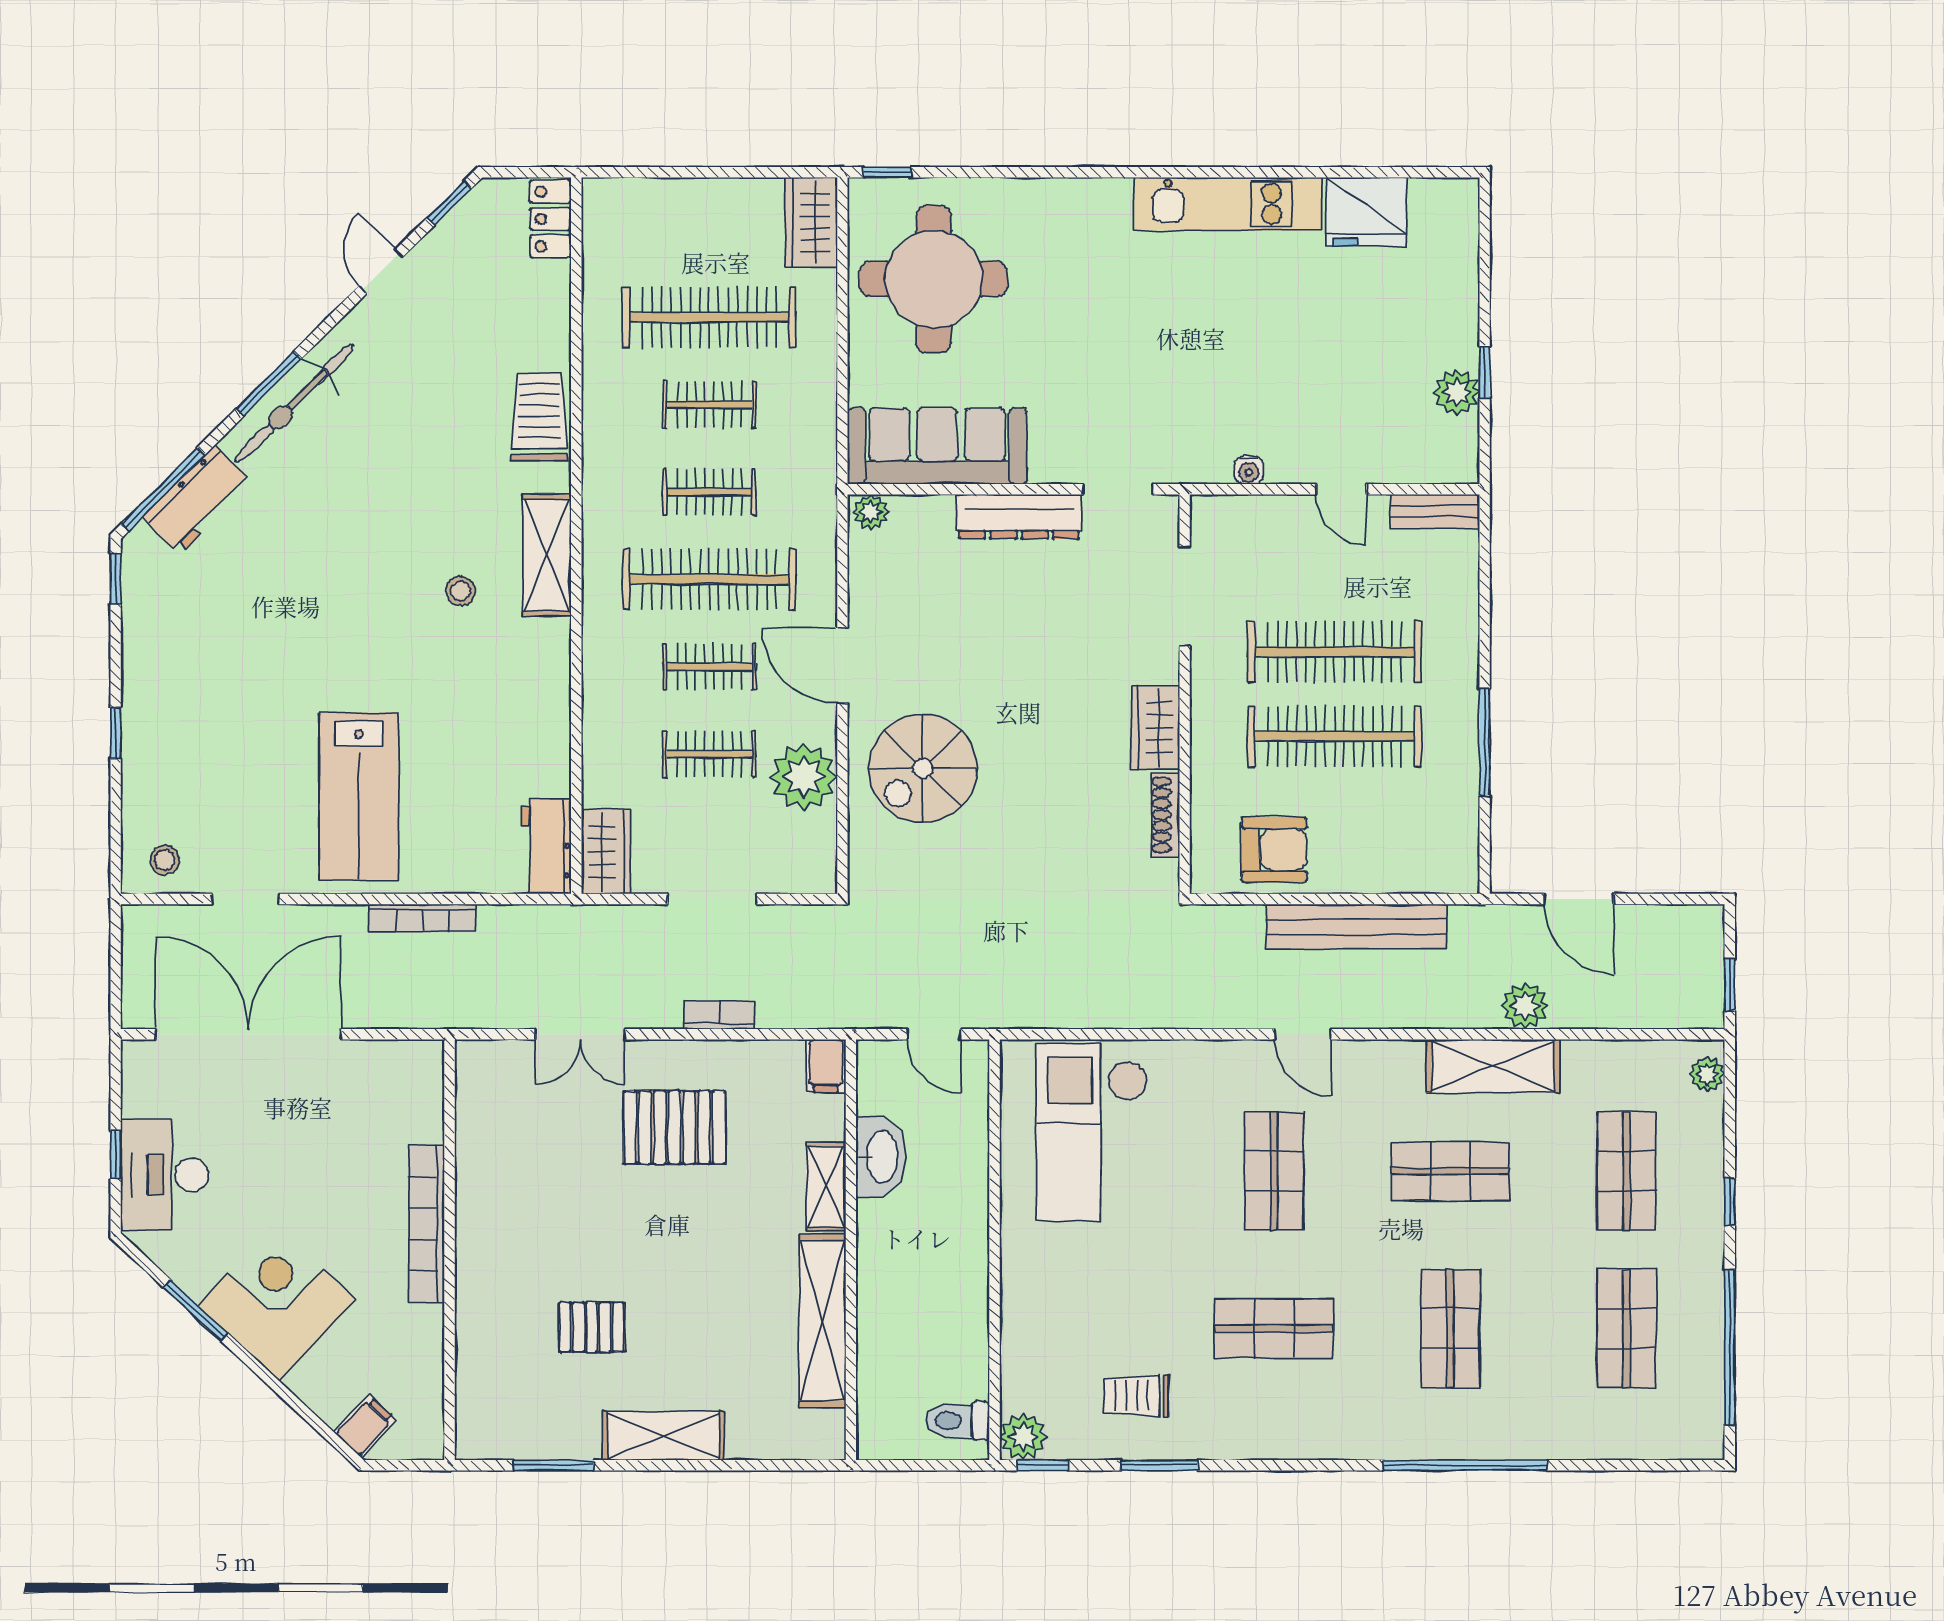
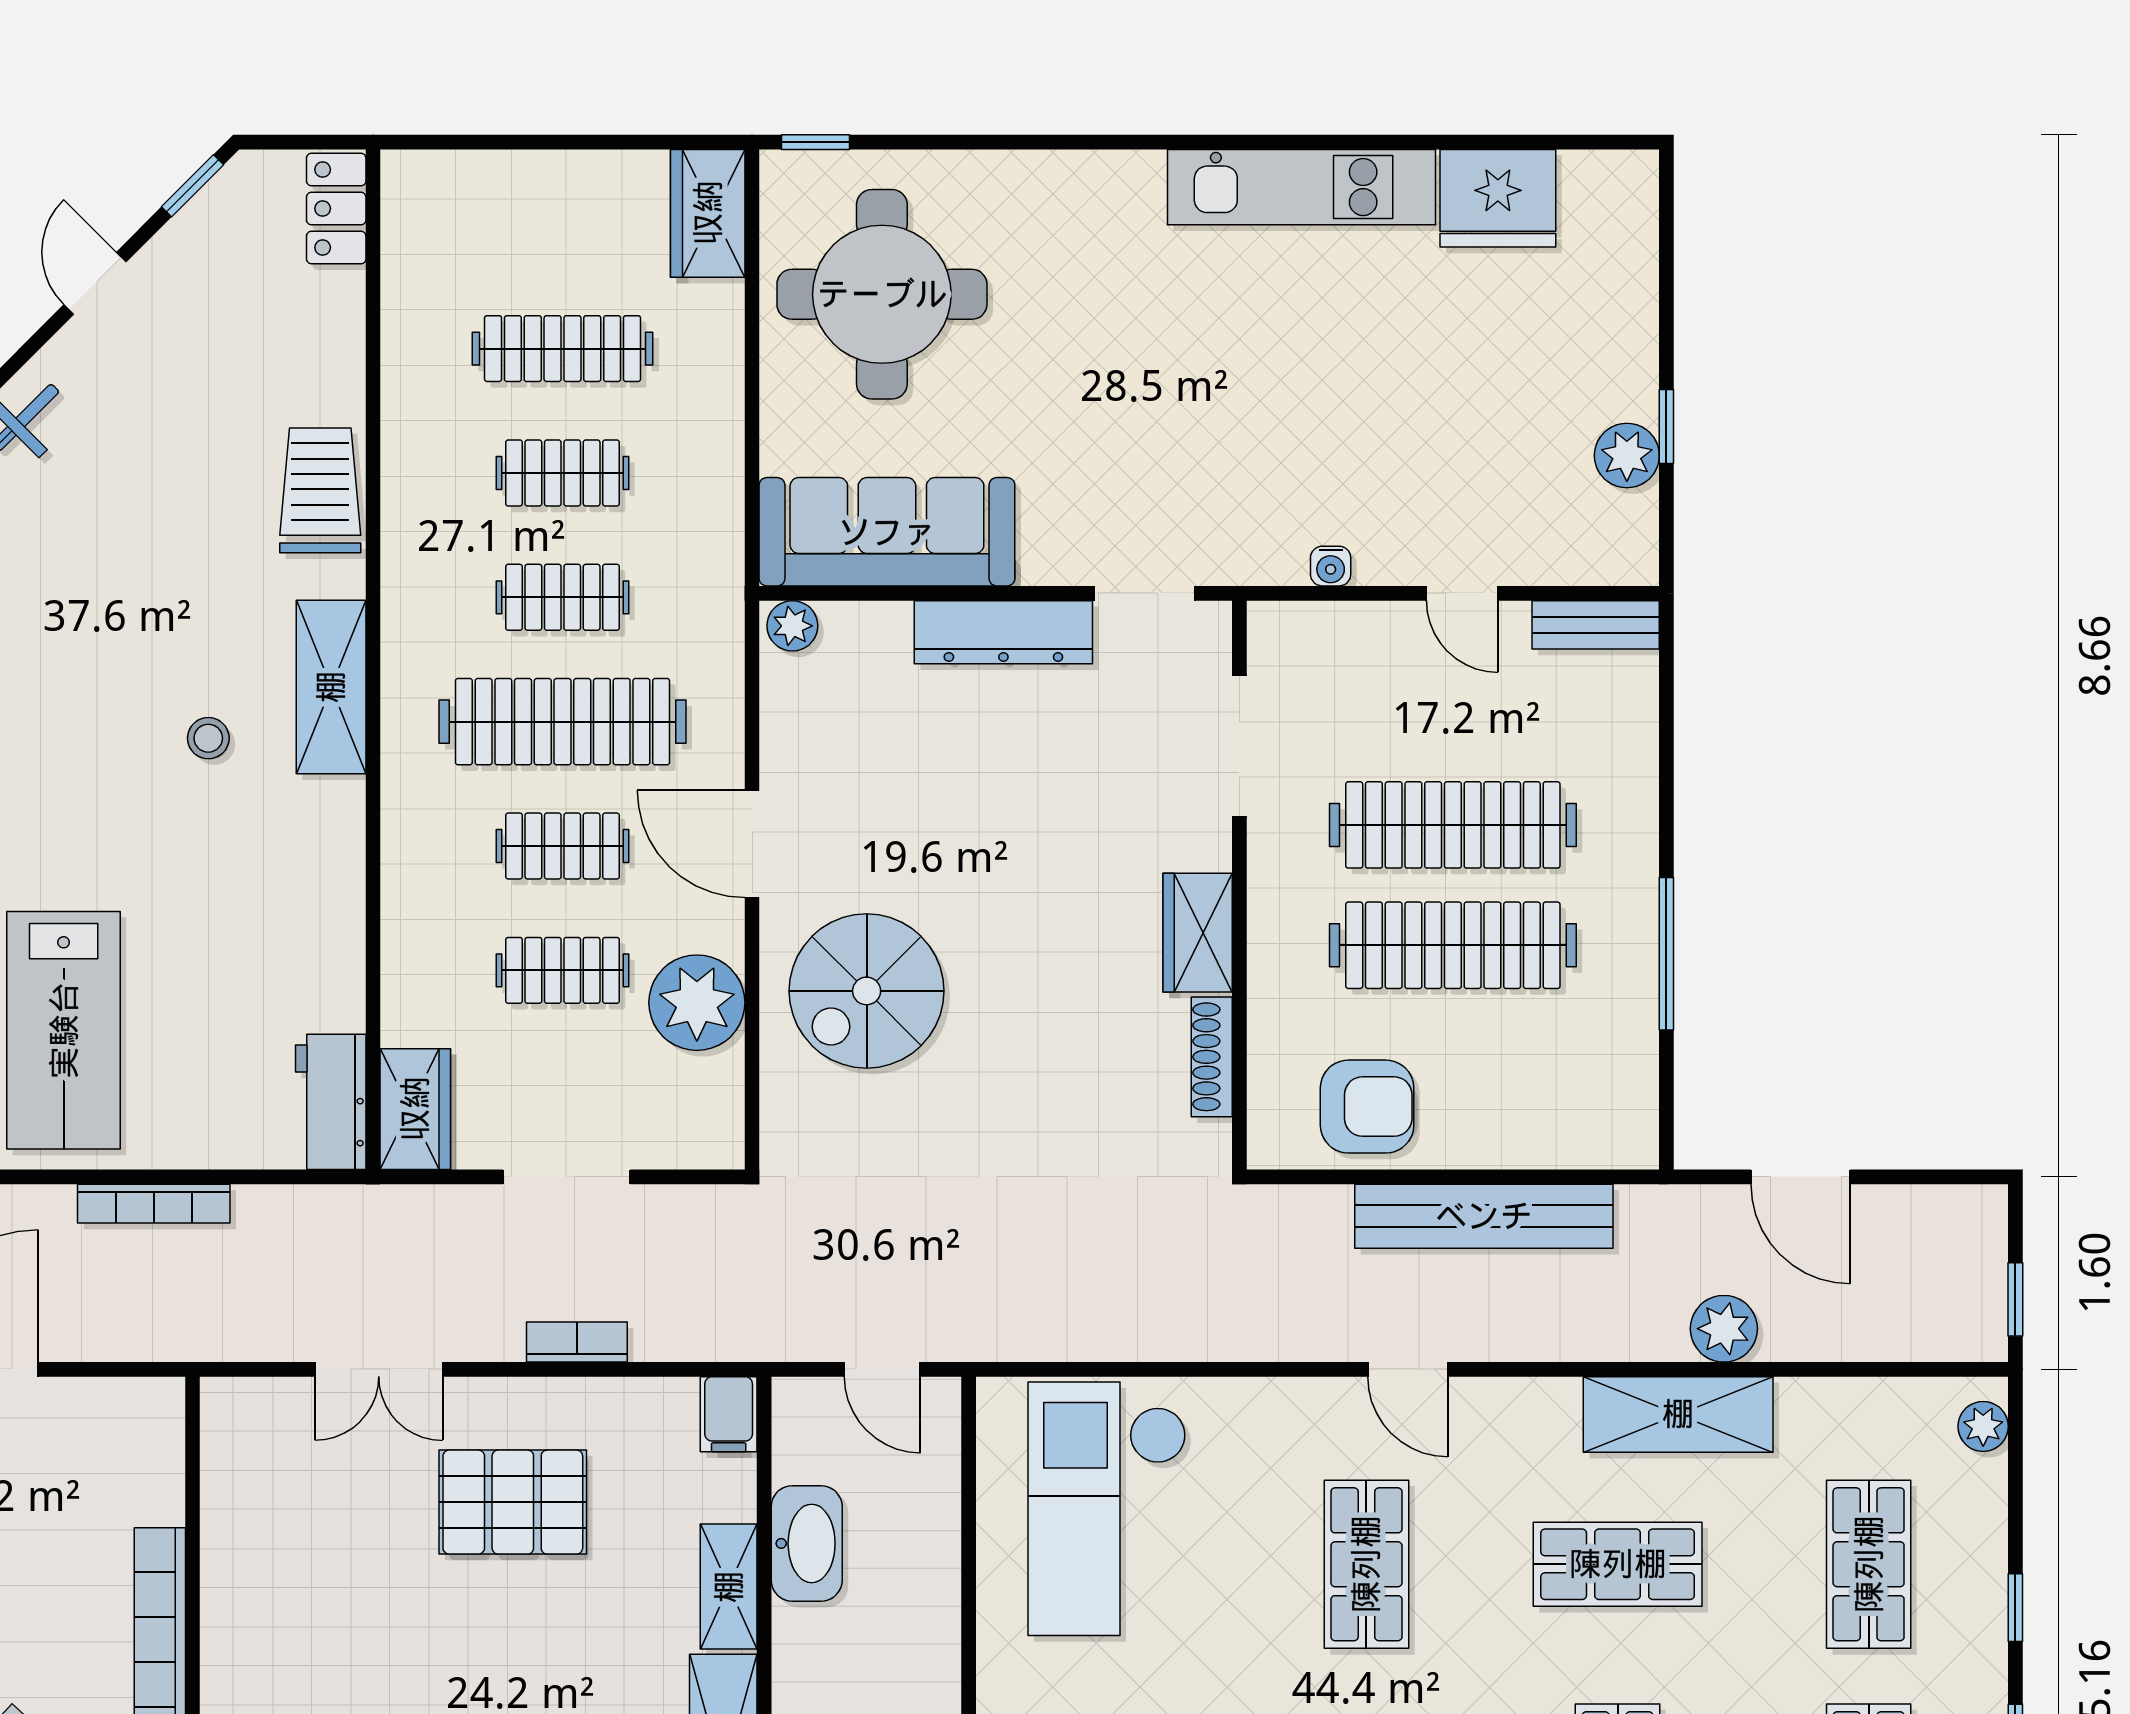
clothes rail: (709, 317) -> (562, 349), width x0.73, depth x0.76

